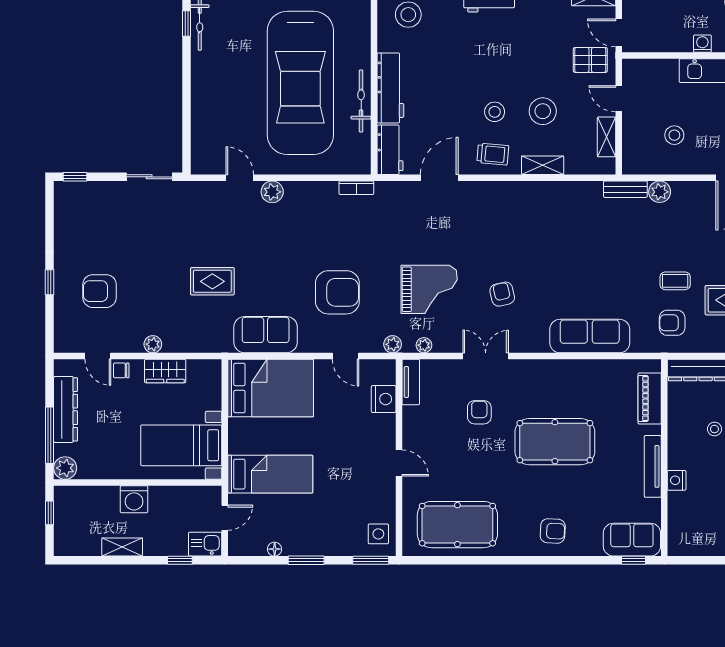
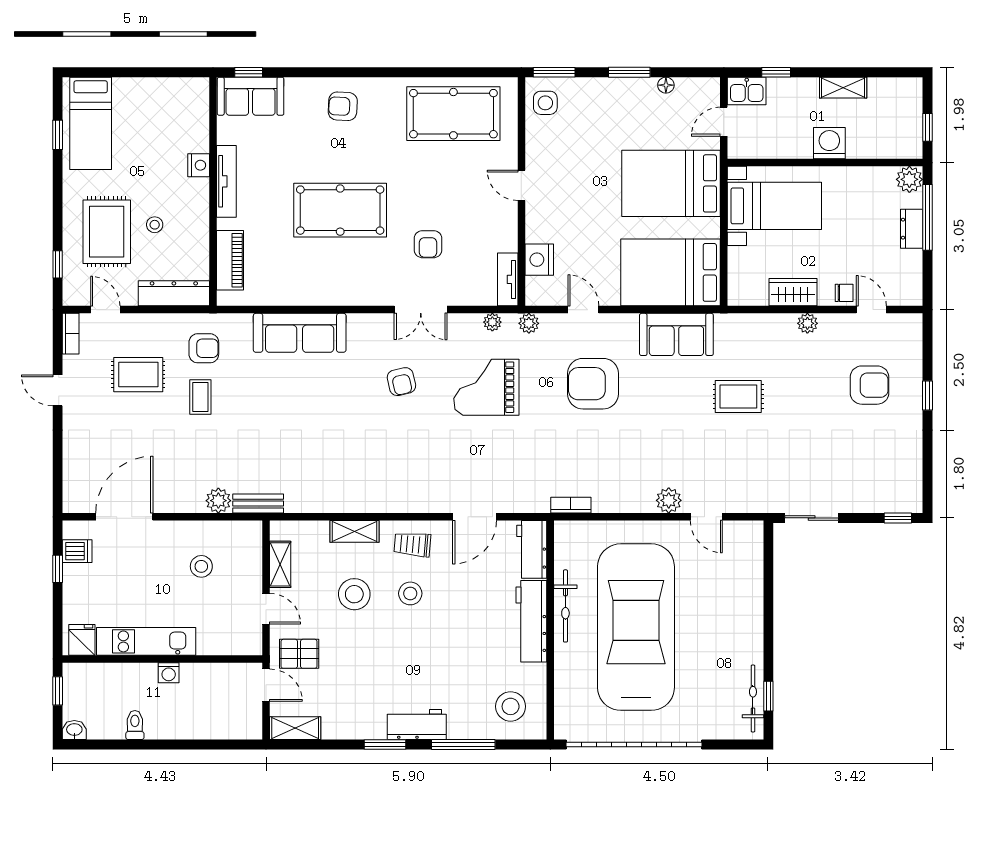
coffee table: (675, 281) -> (200, 397), turned 90
dresser: (66, 409) -> (912, 229), width x0.51, depth x0.80
bed: (270, 474) -> (671, 183), width x1.50

